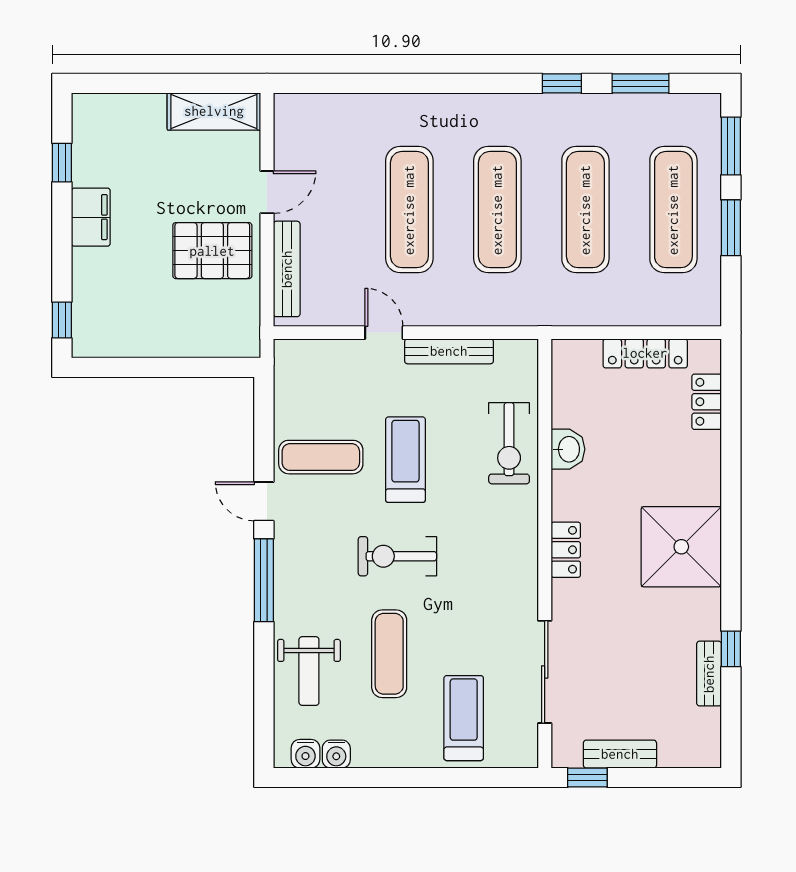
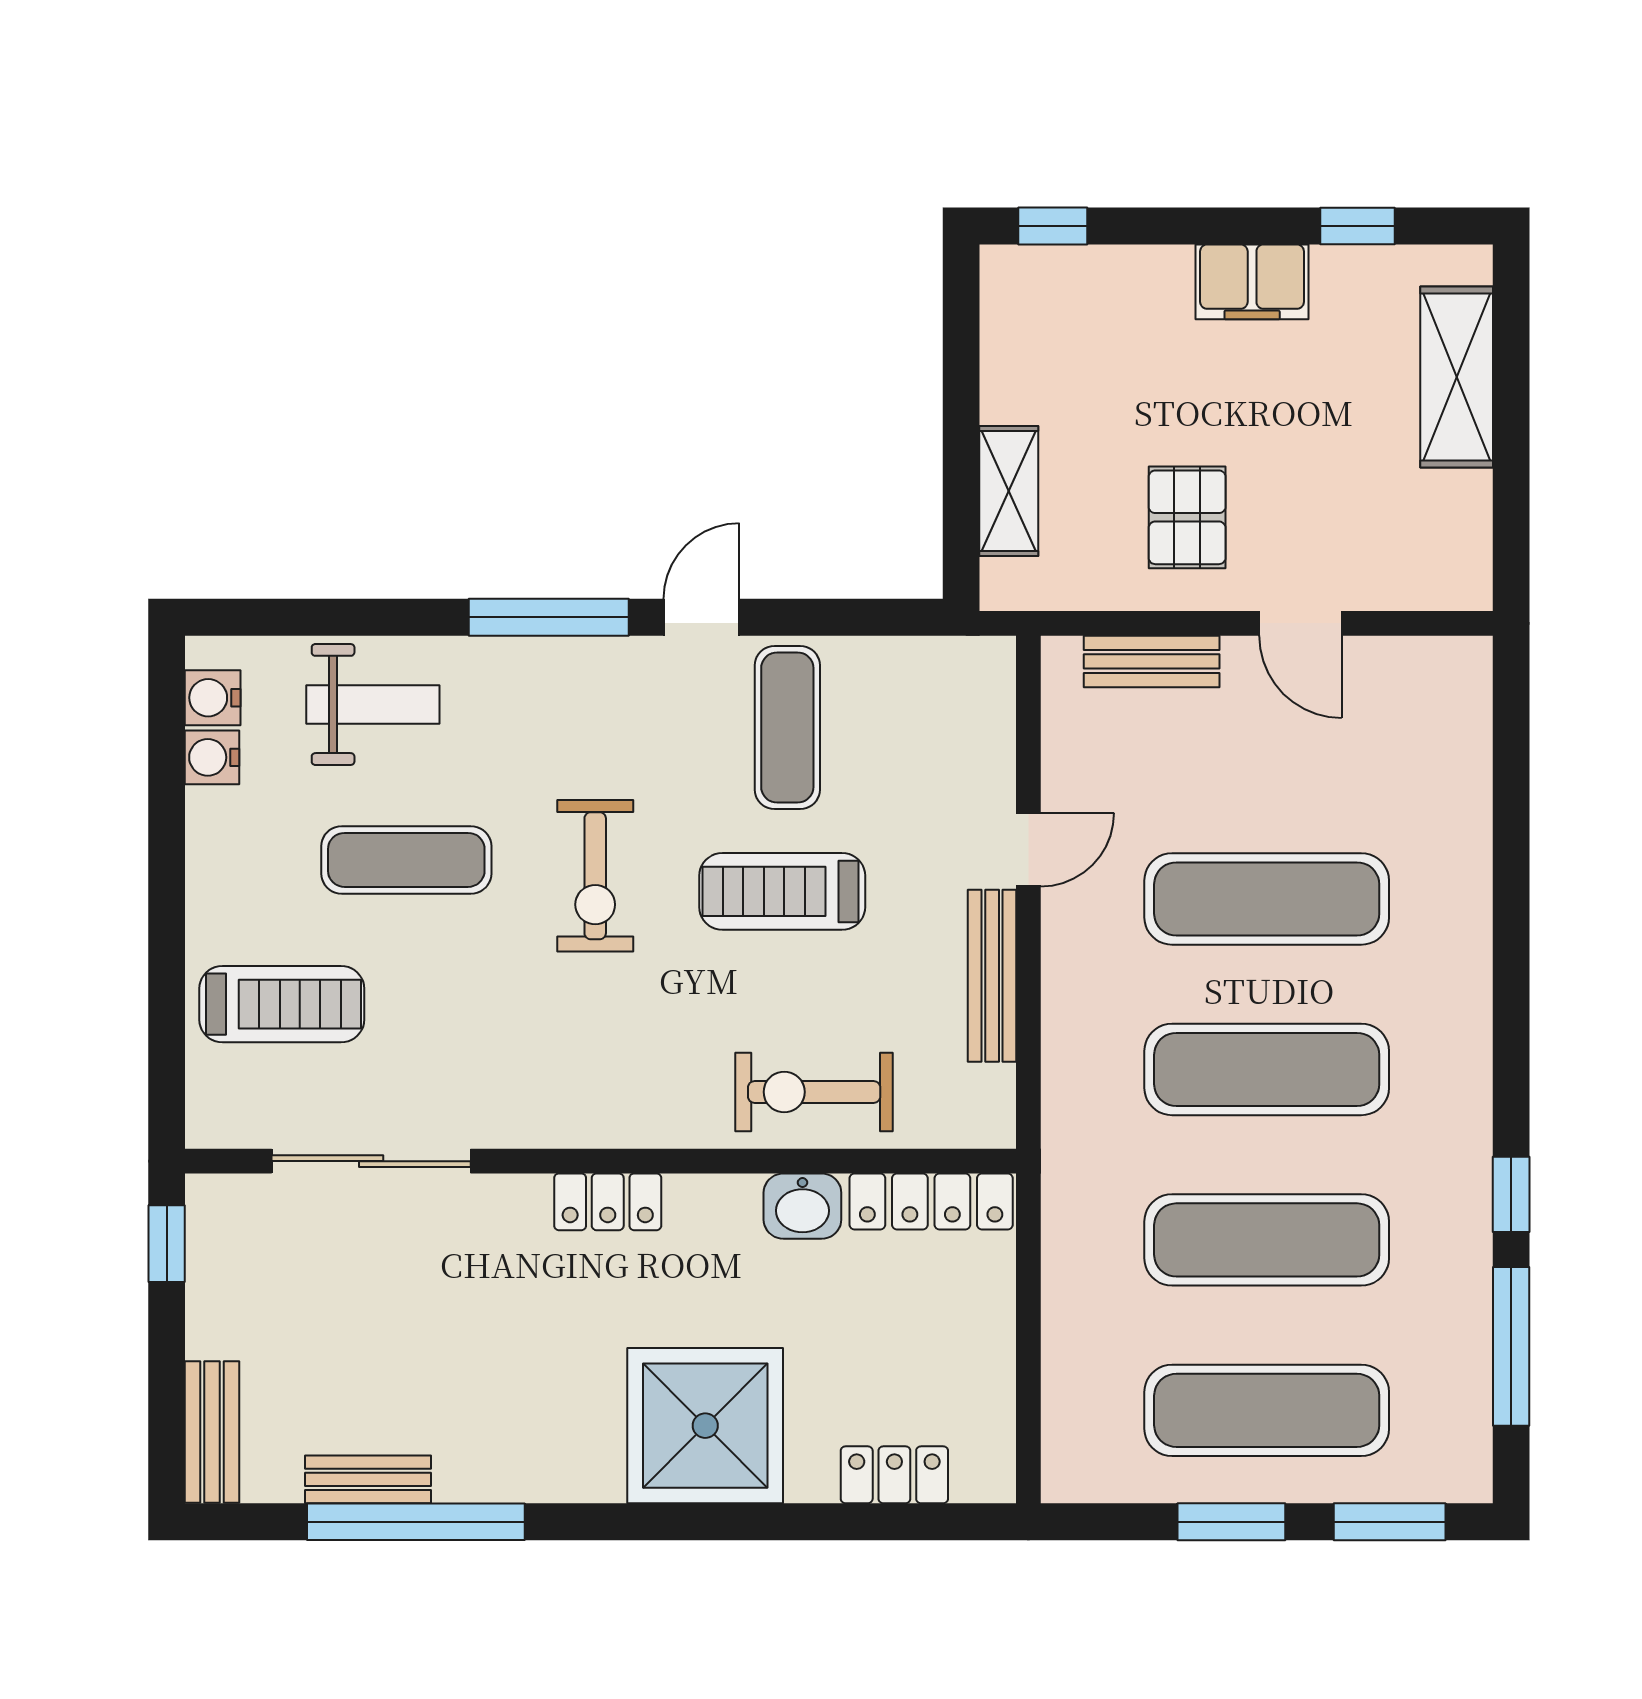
window: (640, 83) -> (1511, 1346), width x1.44
shelving: (214, 111) -> (1457, 377), moved
pallet: (212, 251) -> (1187, 517), width x0.67, depth x0.71
bench: (287, 269) -> (1152, 661), width x0.73
shelving: (199, 343) -> (1009, 491), added
locker: (645, 353) -> (931, 1201), moved, turned -90
treadmill: (405, 460) -> (782, 891), turned 180
shower: (681, 547) -> (705, 1426), moved
exercise bike: (397, 556) -> (595, 876), turned 180
window: (731, 649) -> (416, 1522), width x3.17
weight bench: (309, 671) -> (373, 704), turned 180
bench: (620, 754) -> (212, 1432), moved

